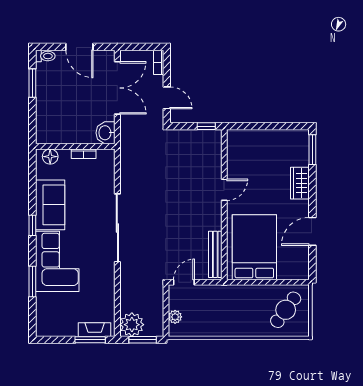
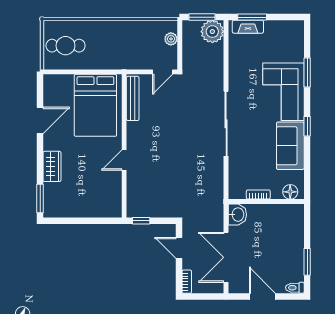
cafe table: (286, 310) -> (66, 46), turned 54

